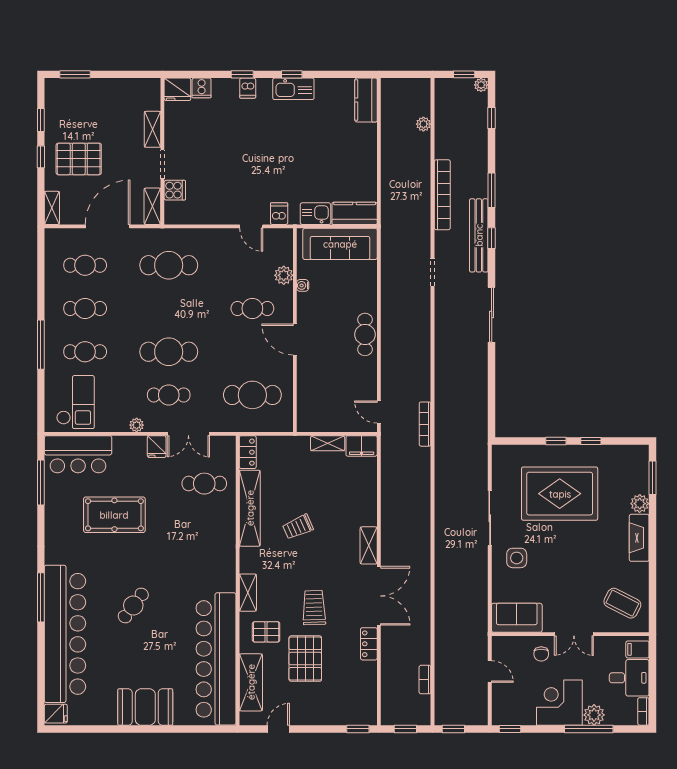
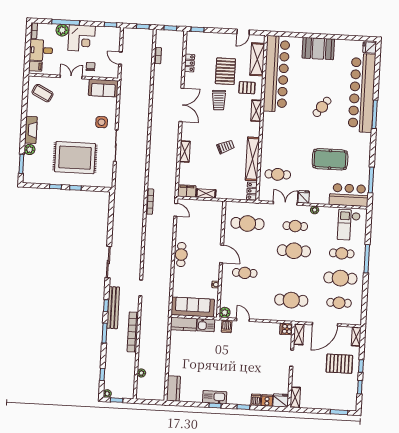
dishwasher: (248, 88) -> (256, 400), moved
shelving: (153, 129) -> (295, 397), moved
cooker: (175, 190) -> (286, 329), moved
plant: (284, 275) -> (225, 313), moved
cafe table: (85, 308) -> (340, 278), width x1.37, depth x1.35
shelving: (369, 545) -> (185, 151), moved
double door: (379, 596) -> (181, 105), swing flipped
locker: (369, 644) -> (189, 63), moved

